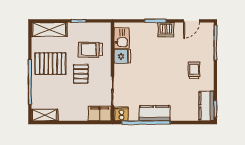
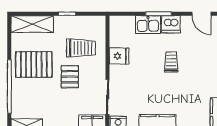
door: (192, 21) -> (201, 14), hinge flipped
kitchen sink: (122, 38) -> (148, 25), moved, turned 90
trolley: (90, 50) -> (81, 48), turned 180
trolley: (194, 70) -> (171, 62), moved

